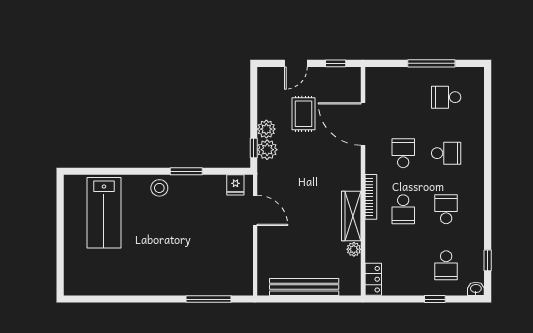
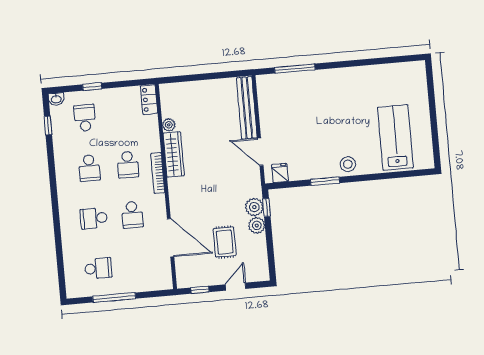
school desk: (403, 209) -> (128, 165), turned 180
bench: (304, 287) -> (247, 108), moved, turned 90

